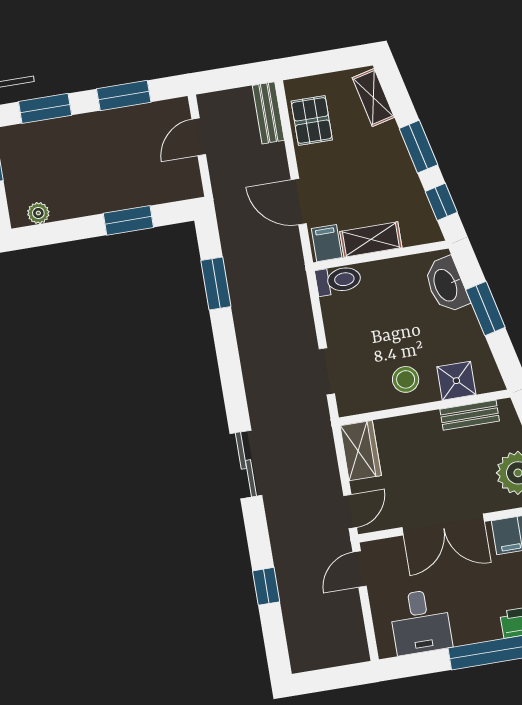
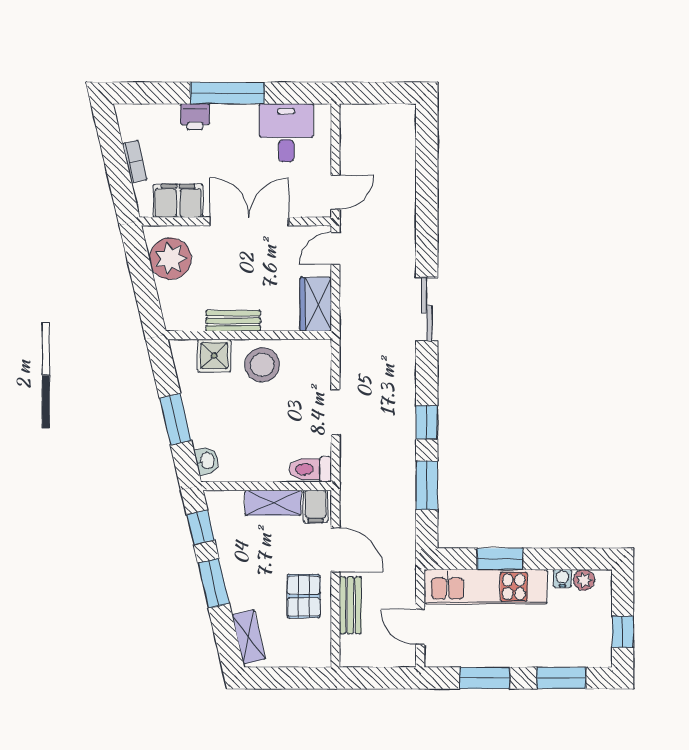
bench: (268, 113) -> (350, 605), moved
pallet: (312, 120) -> (304, 596), moved
door: (199, 137) -> (420, 627), swing flipped
kitchen unit: (138, 189) -> (486, 587), added
water cooler: (61, 211) -> (562, 578), added
washbasin: (446, 285) -> (207, 461), width x0.52, depth x0.69
doorway: (327, 371) -> (335, 412), moved
stool: (406, 379) -> (262, 365), width x1.38, depth x1.38
bench: (470, 415) -> (233, 321), moved
window: (266, 586) -> (427, 422), moved

